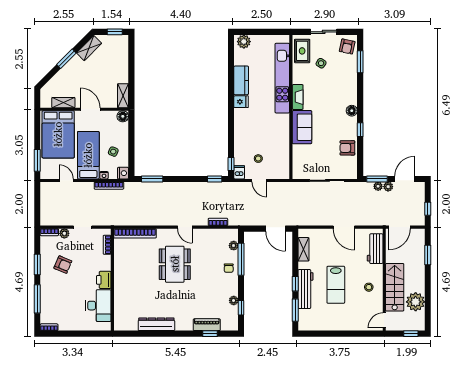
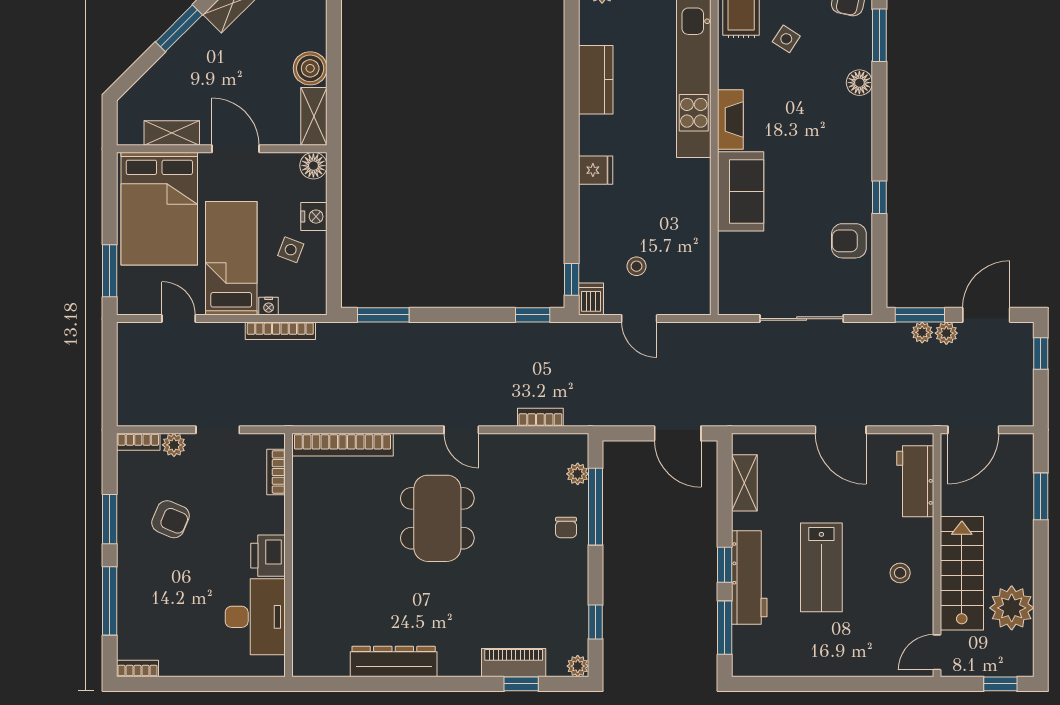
boiler: (121, 76) -> (310, 68), added
fridge: (241, 102) -> (596, 170), moved
floor lamp: (352, 111) -> (859, 83), moved
nightstand: (123, 173) -> (314, 217), moved
window: (428, 209) -> (1041, 353), moved
plant: (234, 300) -> (578, 666), moved

